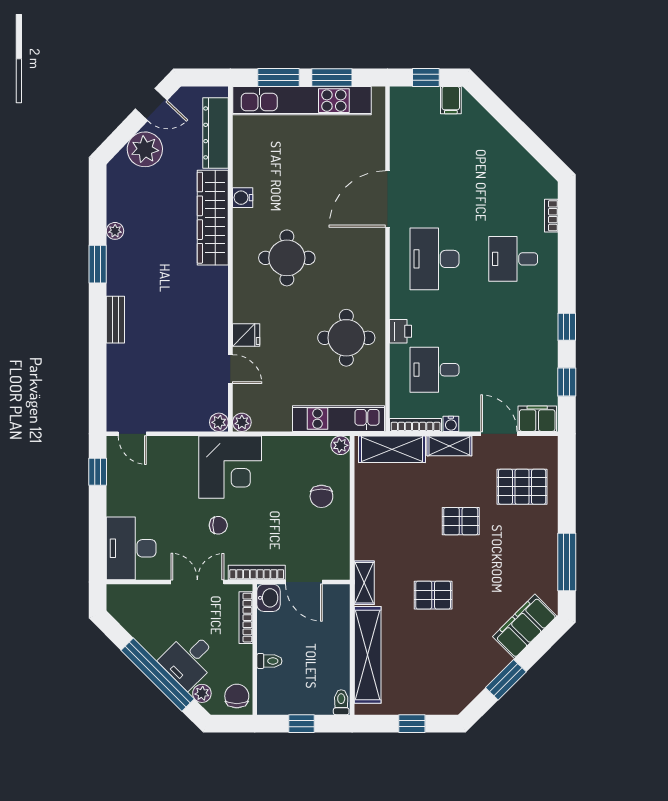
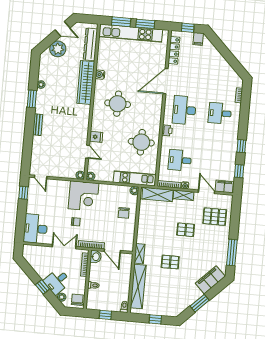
locker: (400, 130) -> (174, 50), added
printer: (400, 331) -> (167, 130), moved
window: (158, 675) -> (42, 287), width x0.32

